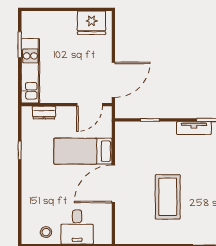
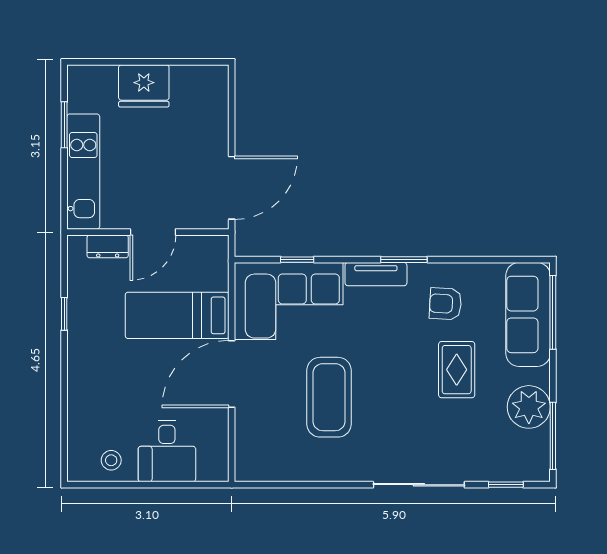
fridge: (91, 23) -> (144, 86), moved
door: (90, 105) -> (153, 232), moved
corner sofa: (145, 143) -> (289, 301), added

